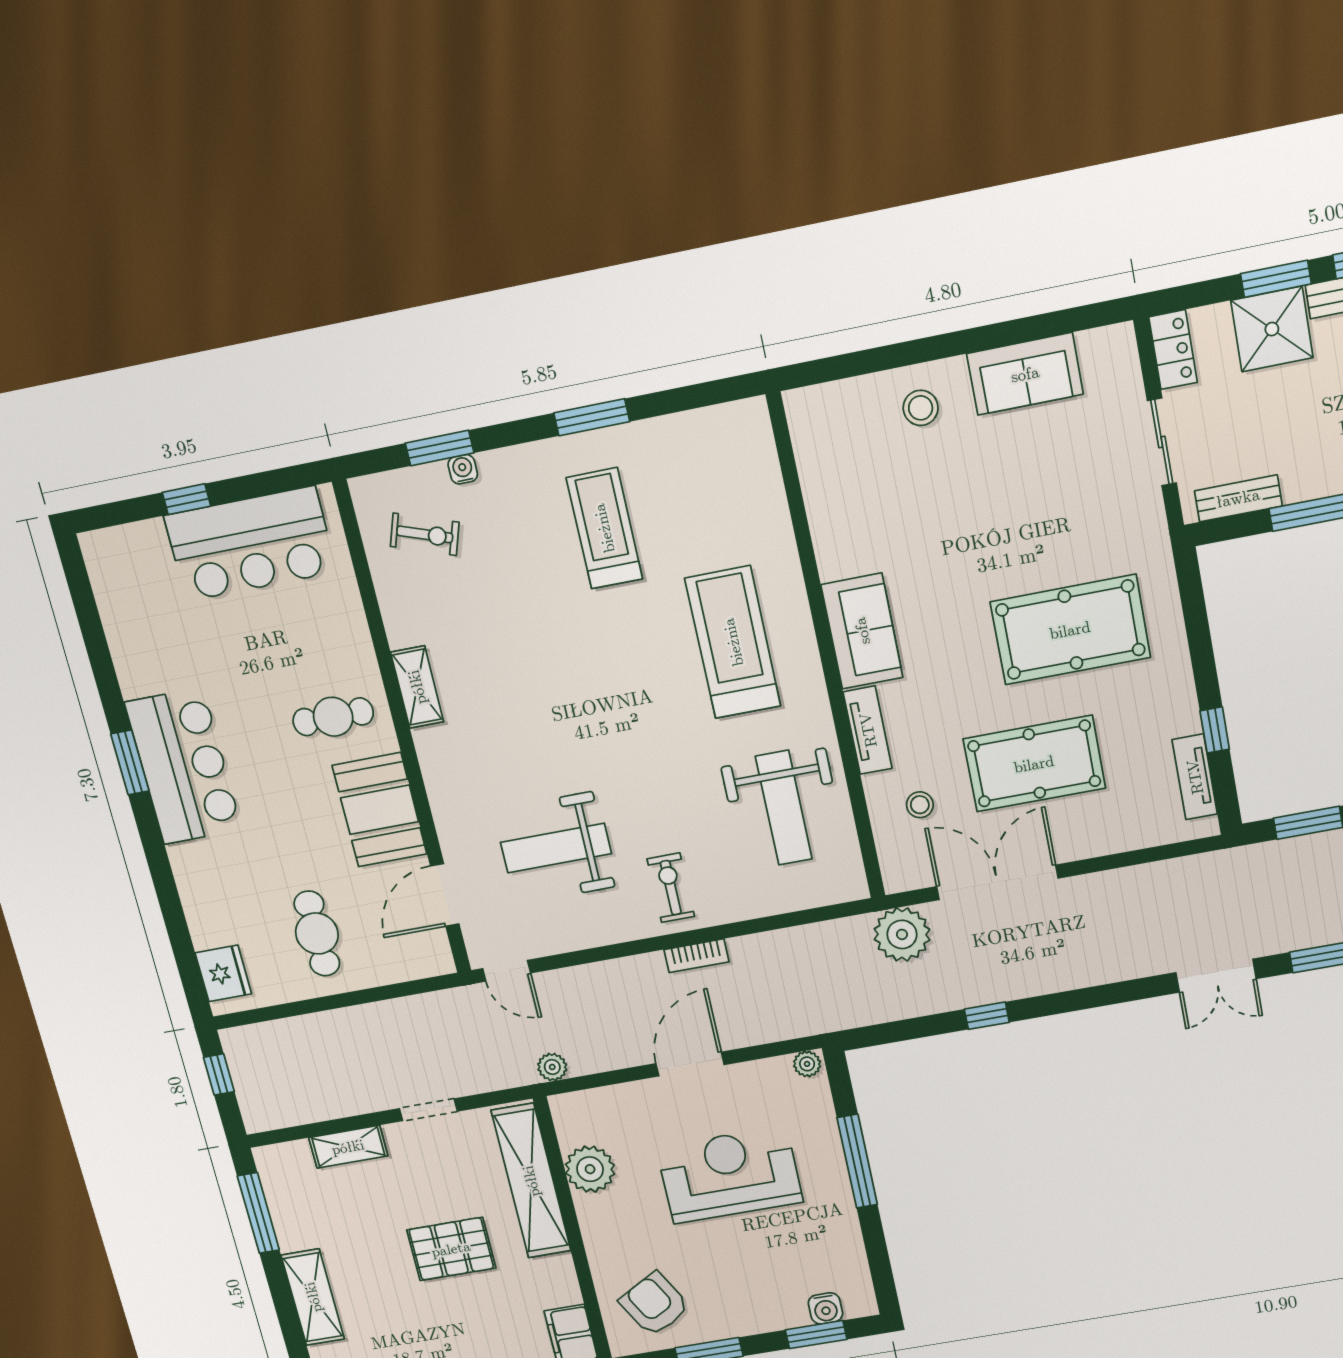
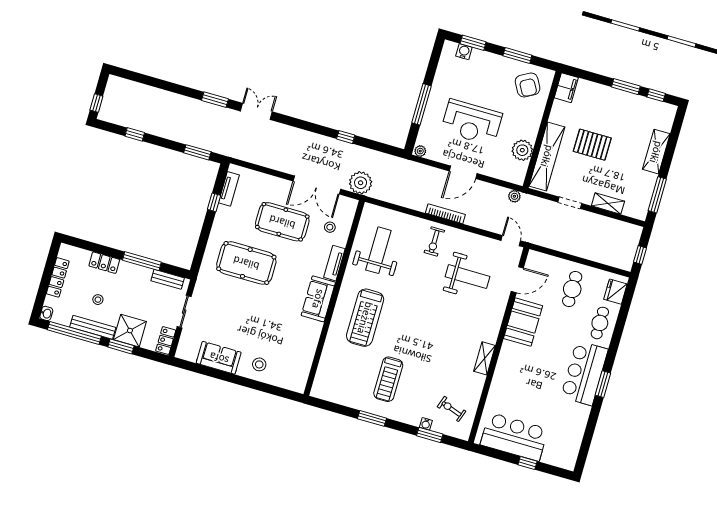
cafe table: (333, 717) -> (600, 323), moved, turned 90
bookcase: (696, 956) -> (445, 214), width x1.56

